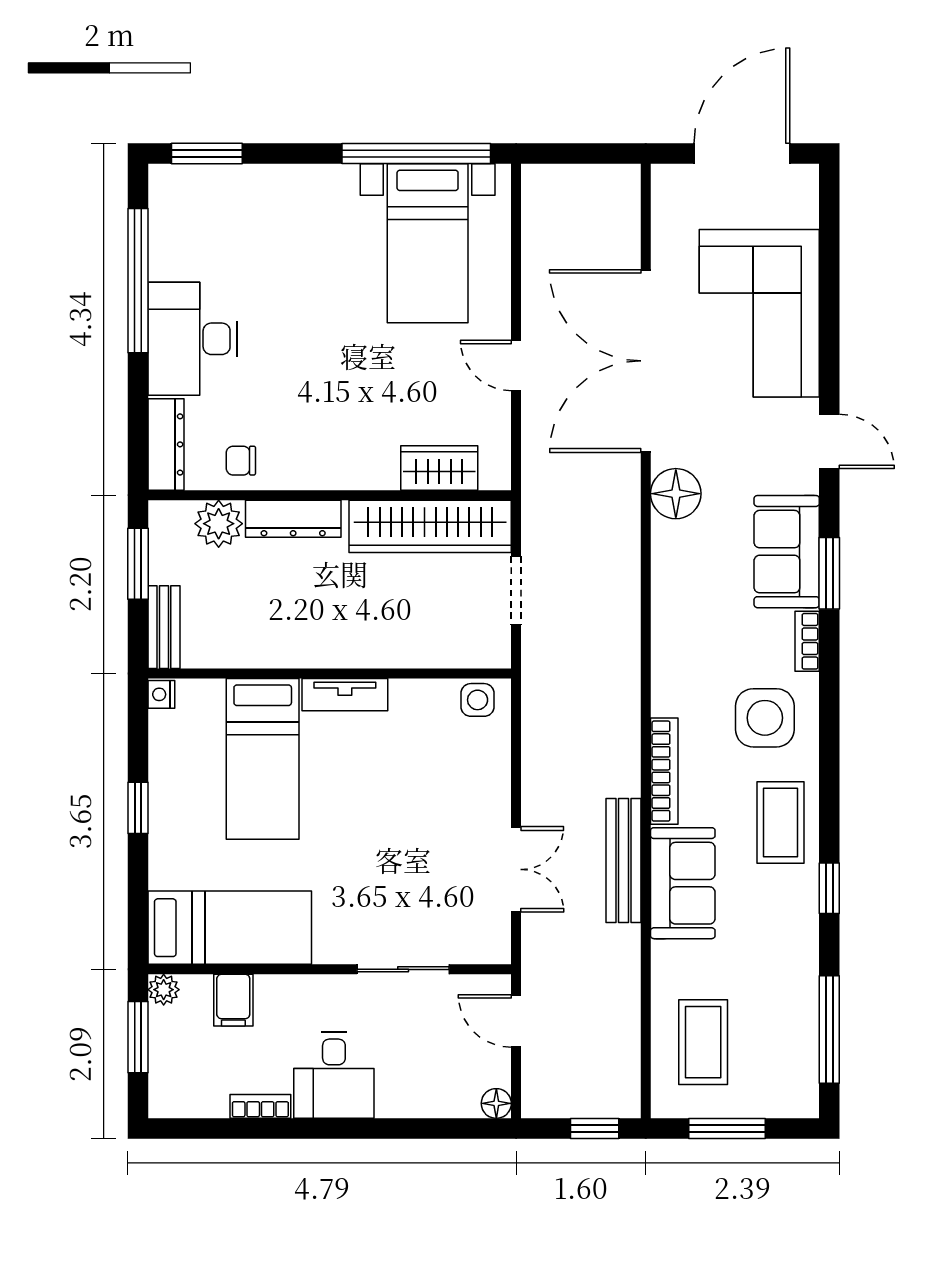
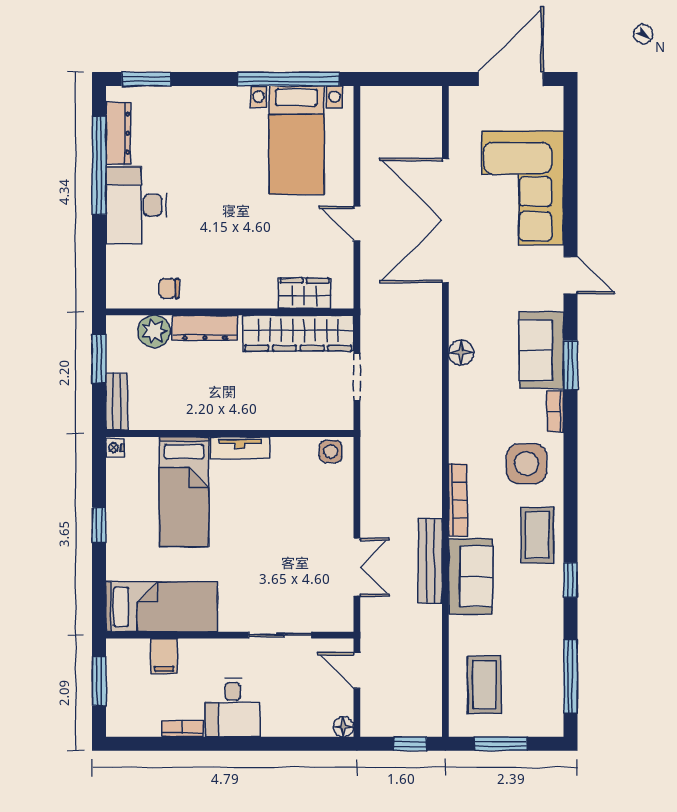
dresser: (166, 444) -> (118, 133), moved
floor lamp: (676, 494) -> (461, 353), moved, width x0.73, depth x0.73
plant: (164, 990) -> (117, 649), removed

